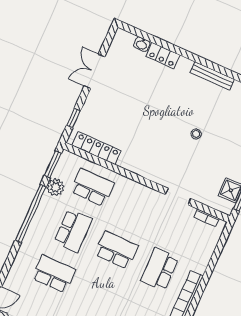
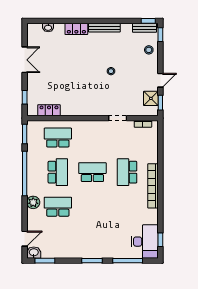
locker: (163, 56) -> (76, 29), moved
double door: (94, 71) -> (25, 60), swing flipped
locker: (97, 148) -> (49, 110), width x0.66
plant: (55, 187) -> (33, 202), moved

